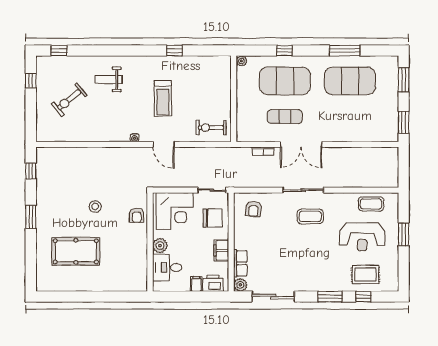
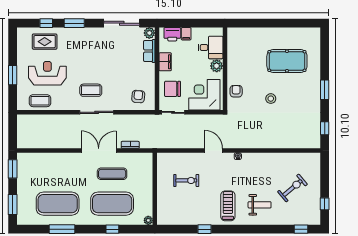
treadmill: (163, 98) -> (228, 206), moved
exercise bike: (211, 128) -> (186, 180), moved

